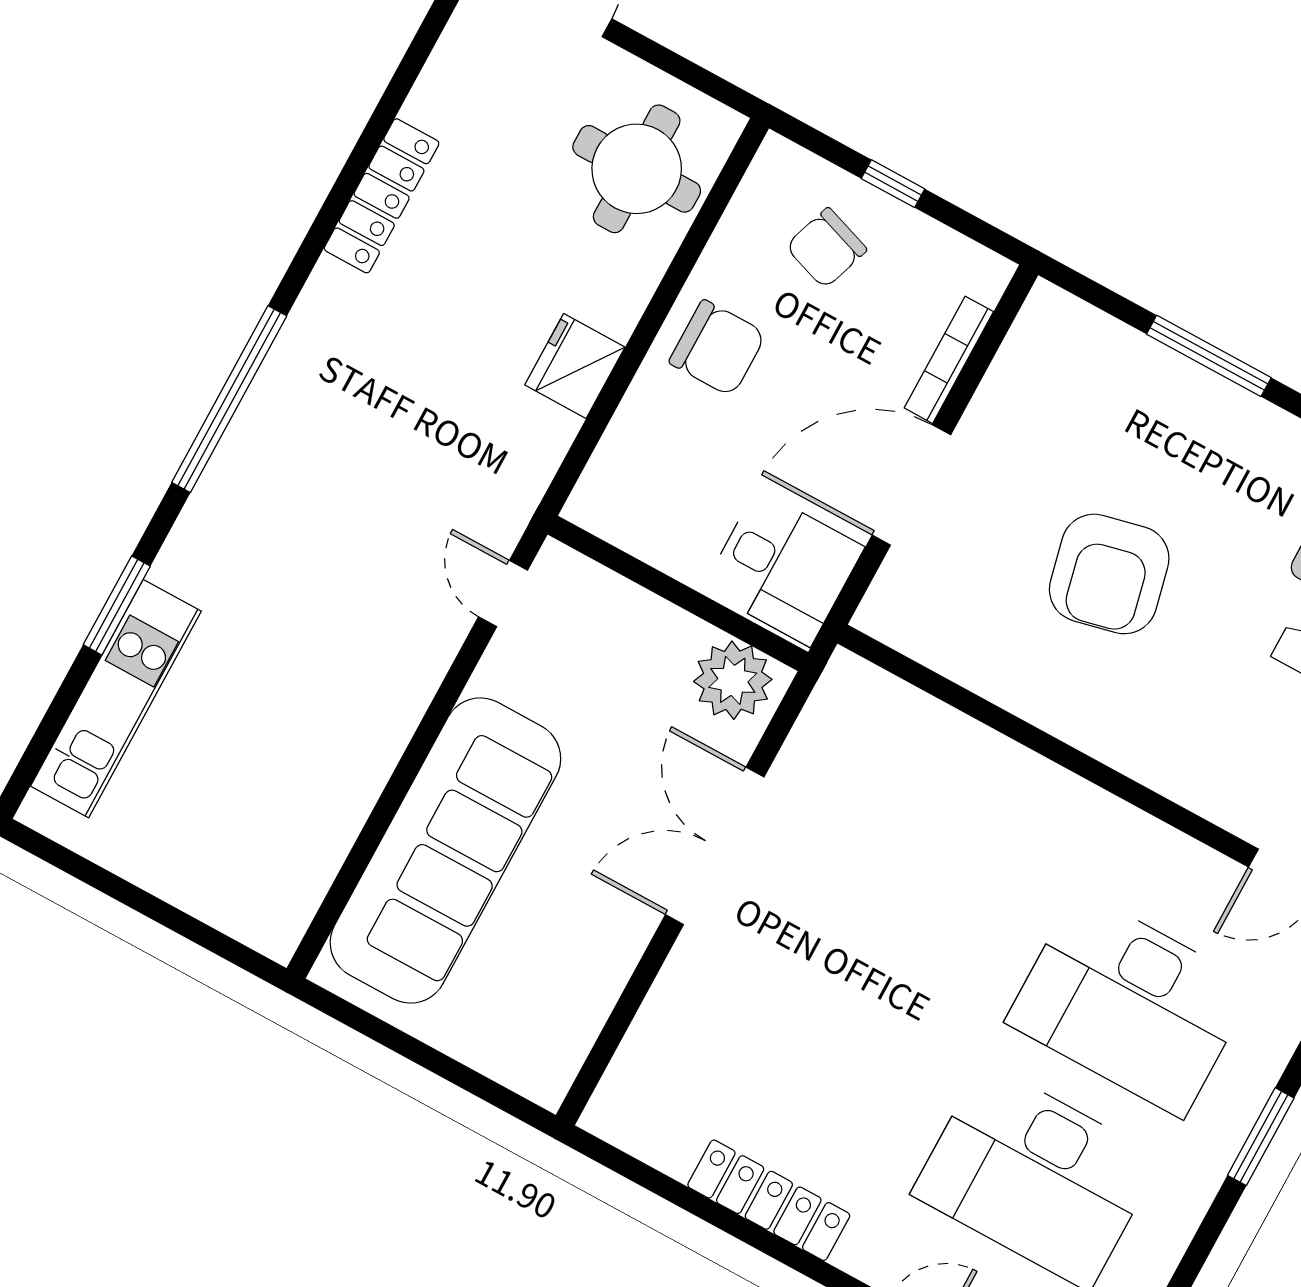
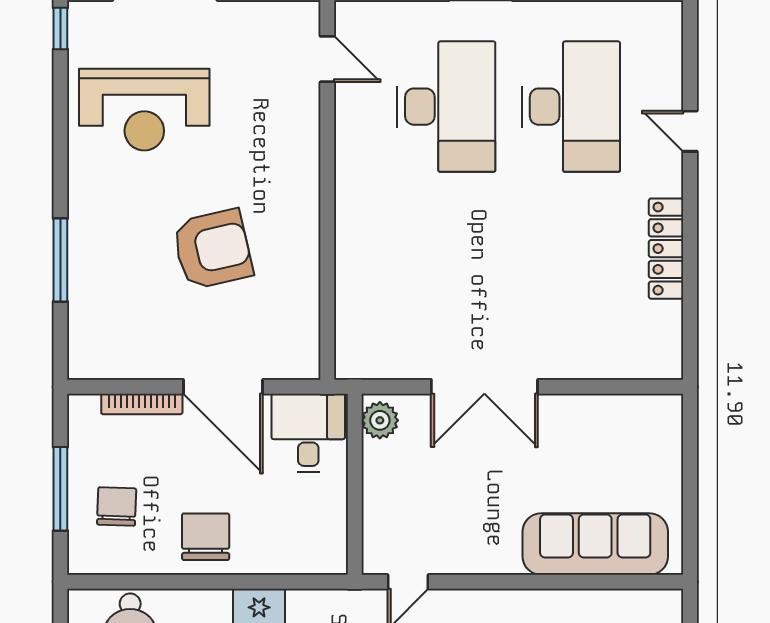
window: (893, 184) -> (60, 489), width x2.17
chair: (826, 248) -> (117, 506), turned -107
plant: (733, 680) -> (380, 420), width x0.73, depth x0.73
sofa: (445, 851) -> (595, 544), width x0.74, depth x0.79

